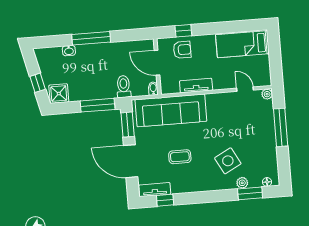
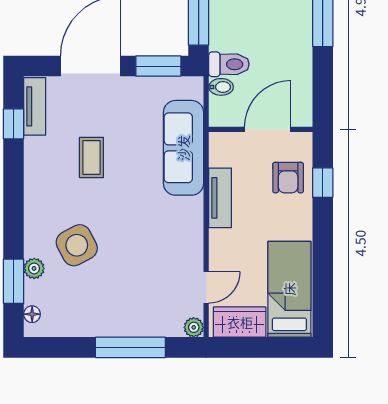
wardrobe: (262, 70) -> (240, 322), added
bidet: (153, 88) -> (221, 87), moved
sofa: (171, 110) -> (183, 148), width x0.74, depth x0.79

